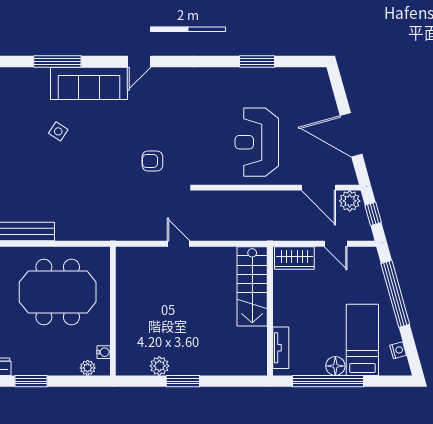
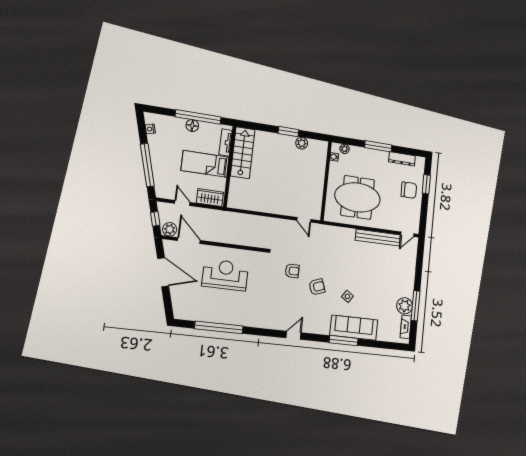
window: (257, 61) -> (219, 327), width x2.11
sofa: (89, 83) -> (354, 328), moved
armchair: (110, 141) -> (317, 287), added
reception desk: (257, 142) -> (225, 275), turned -90
door: (179, 244) -> (304, 220), moved
stairs: (252, 286) -> (243, 153), moved
bed: (362, 340) -> (205, 164), moved, turned 90
window: (31, 381) -> (378, 146), width x1.44

